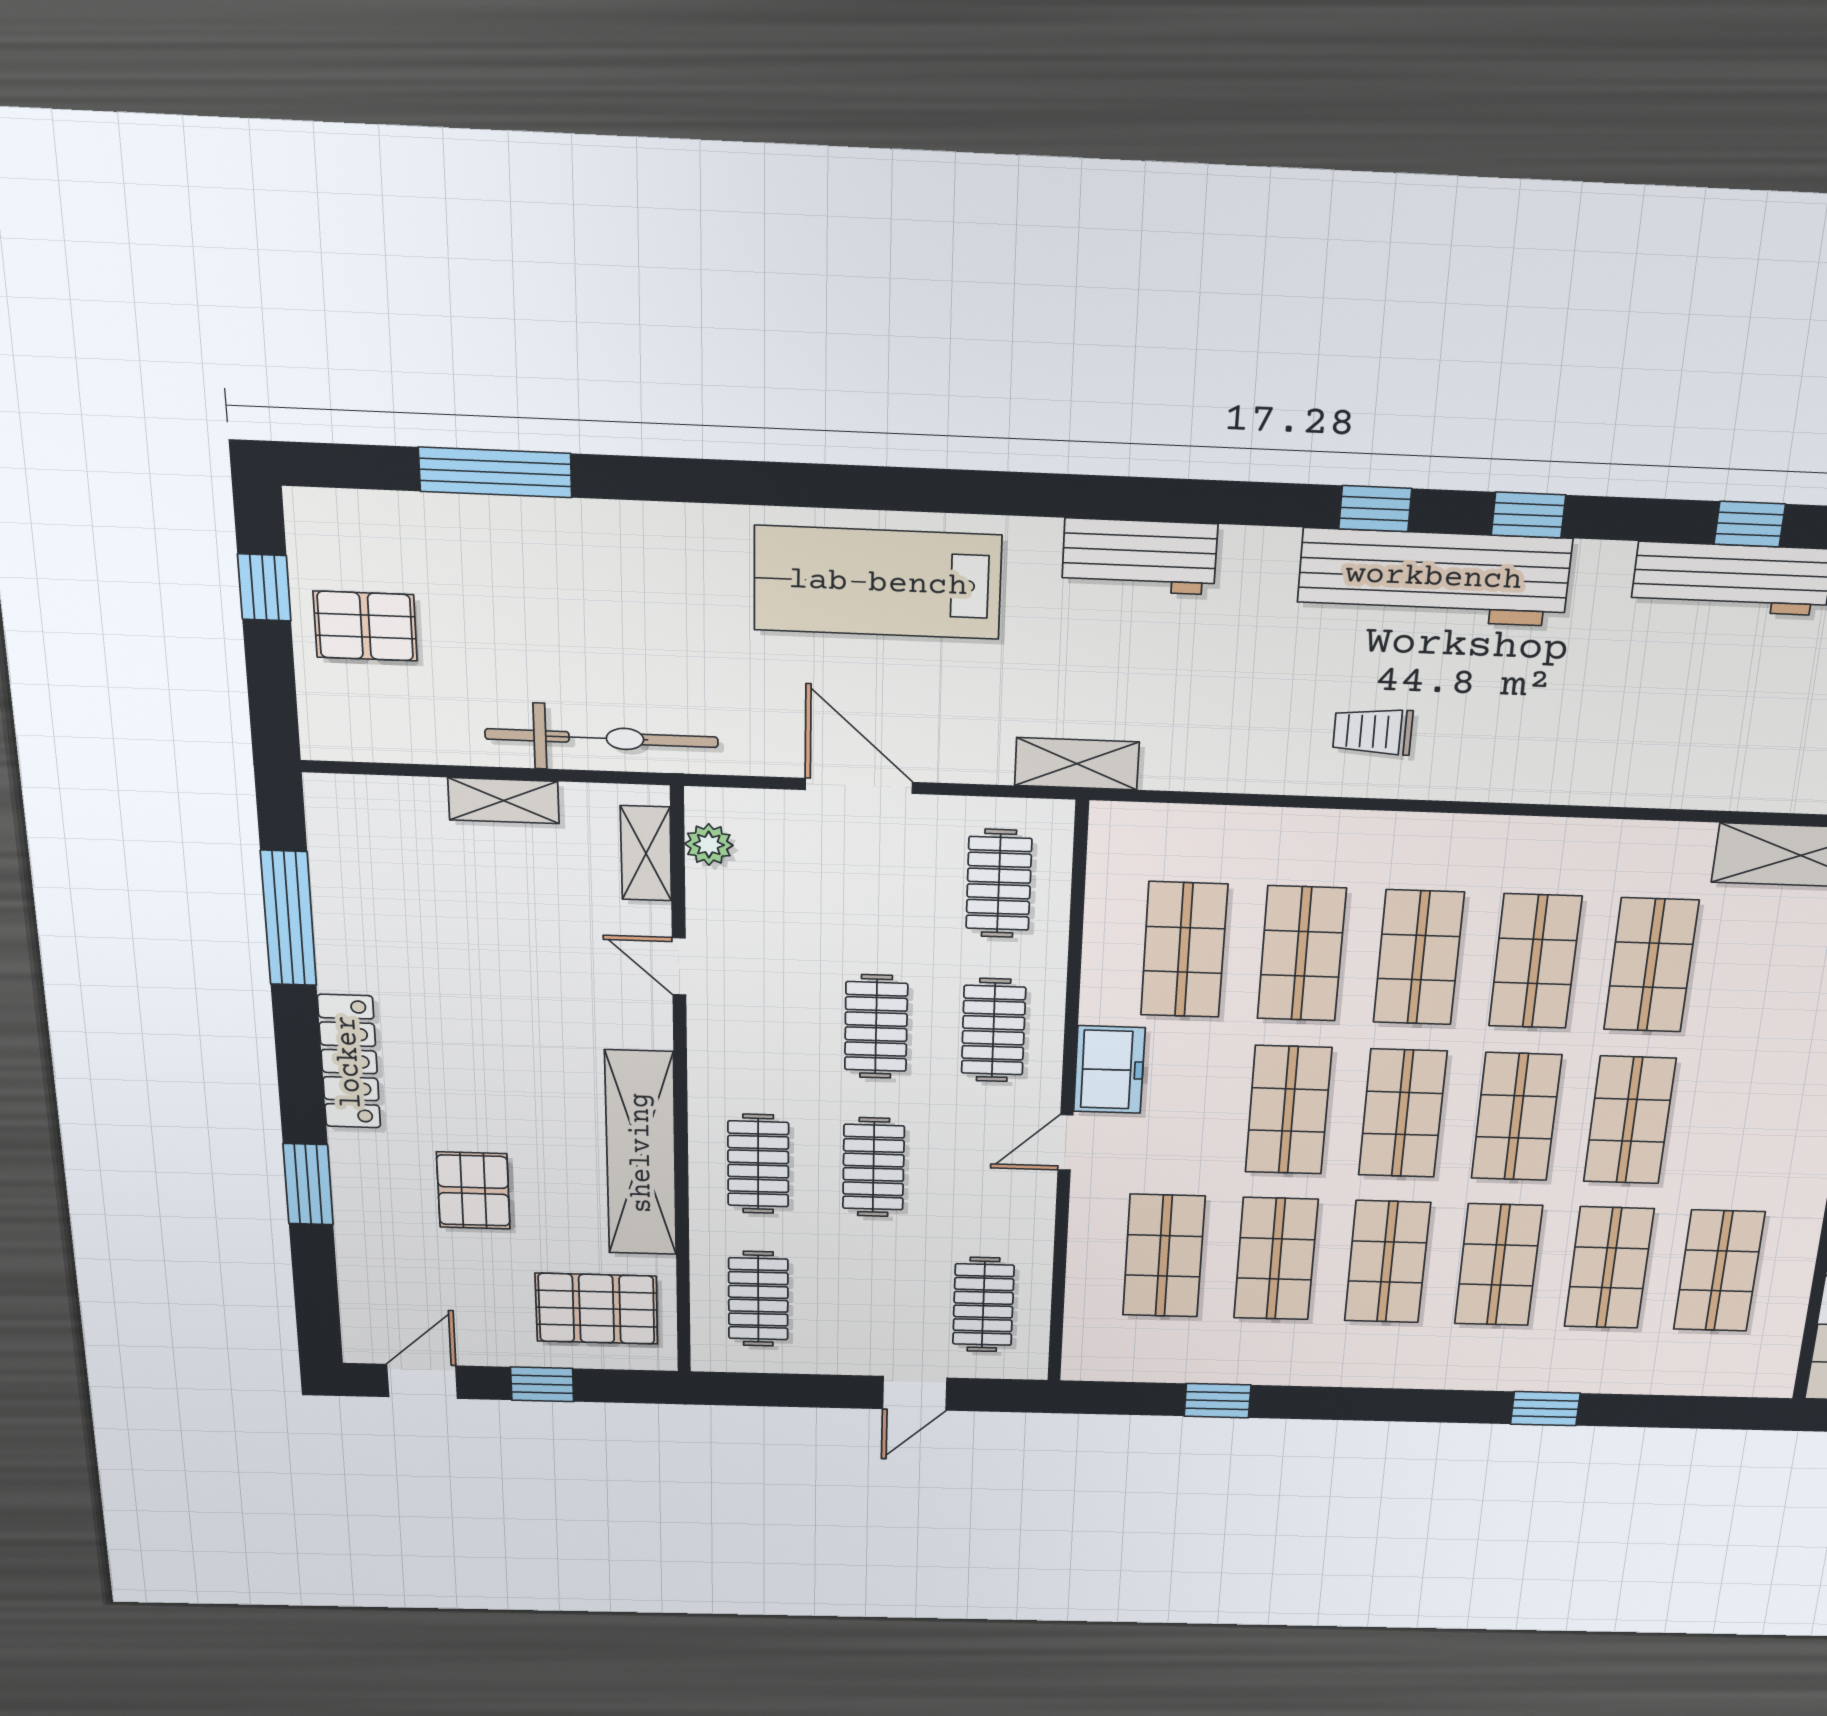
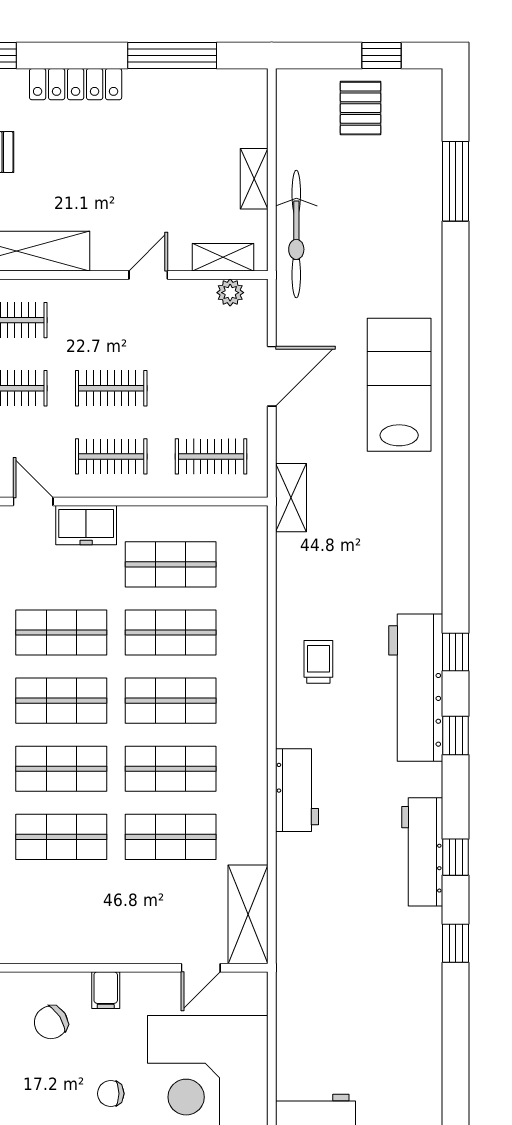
workbench: (1140, 556) -> (297, 790), moved, turned 180

